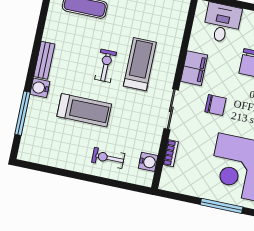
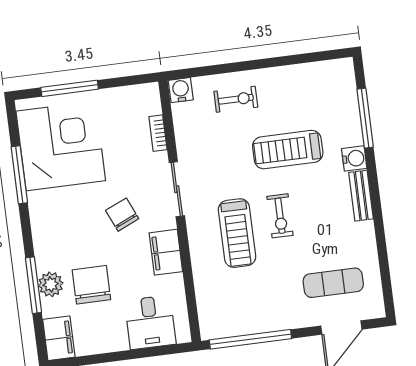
chair: (215, 105) -> (122, 215), turned 66
water cooler: (148, 162) -> (181, 90), moved, turned 90

